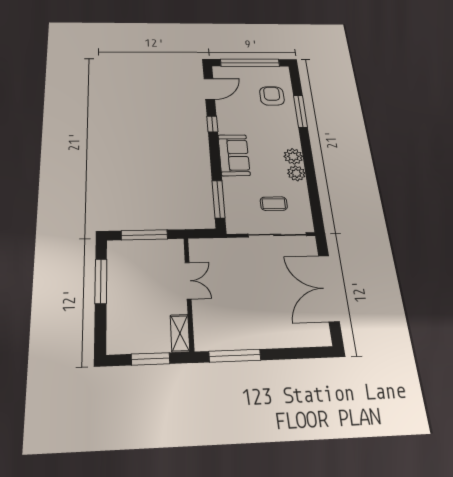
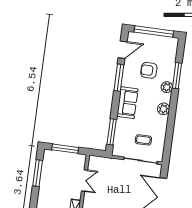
armchair: (272, 96) -> (149, 70), moved, turned -90
window: (212, 124) -> (119, 78), width x2.17
plant: (296, 173) -> (167, 87), moved

